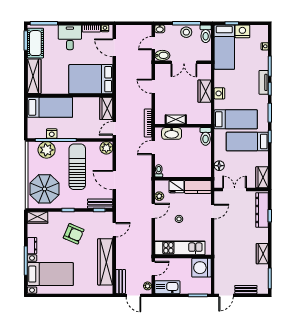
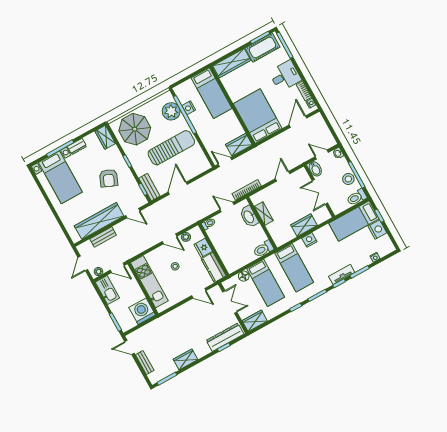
bed: (247, 141) -> (266, 283), moved, turned 180
plant: (106, 148) -> (203, 165), removed
bench: (121, 282) -> (103, 237), moved

